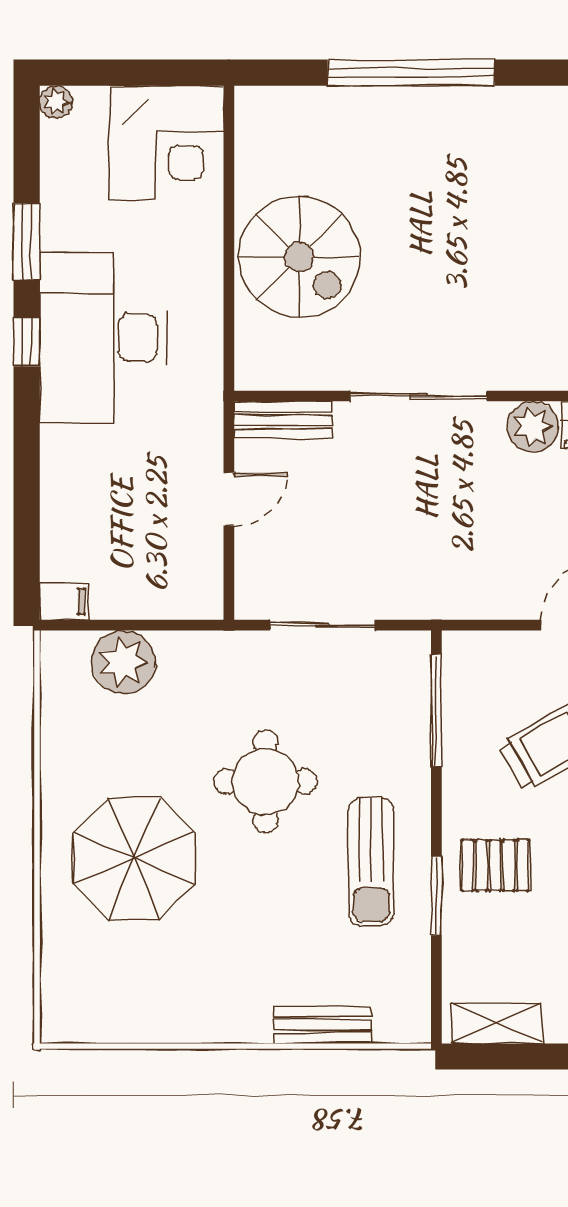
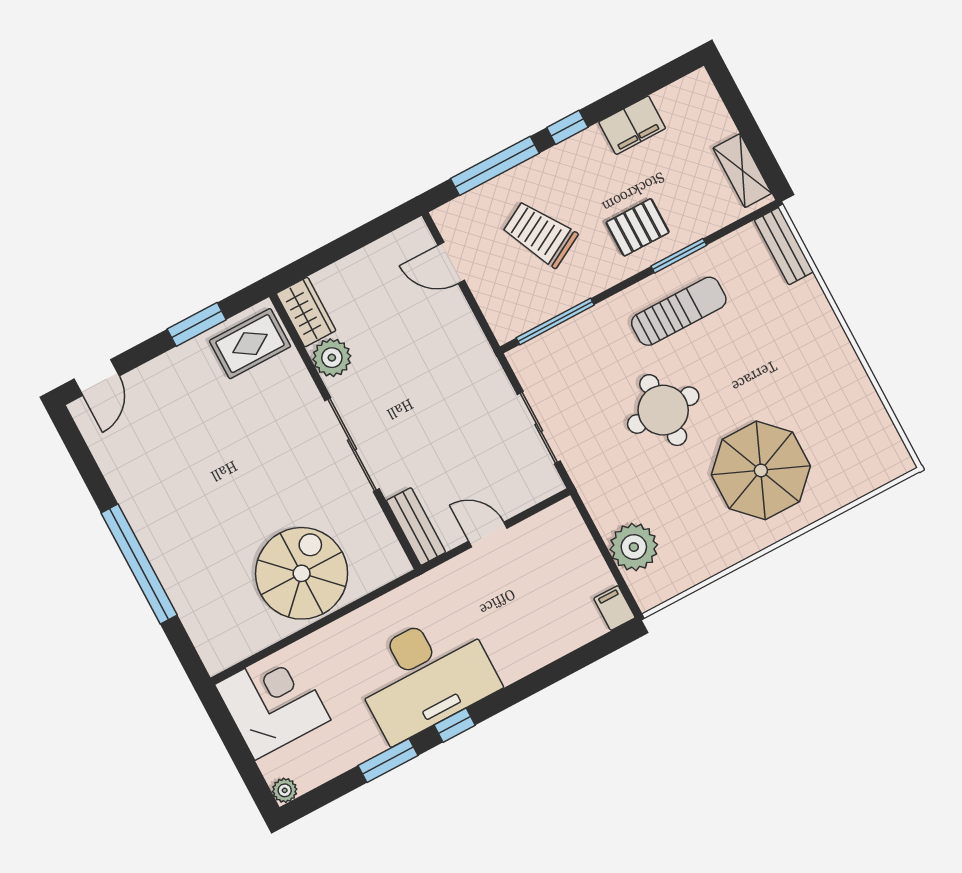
pallet: (495, 865) -> (638, 227), turned 90
bench: (323, 1025) -> (784, 246), moved

